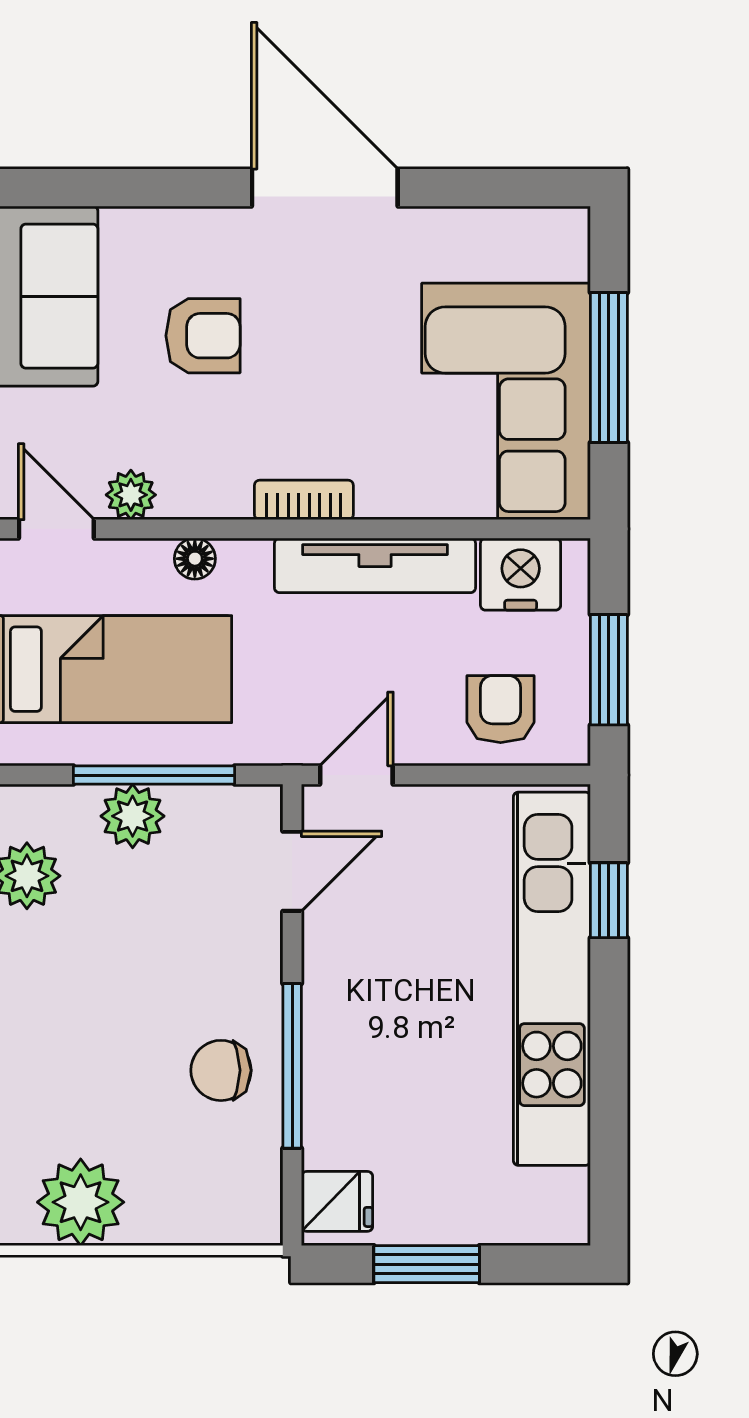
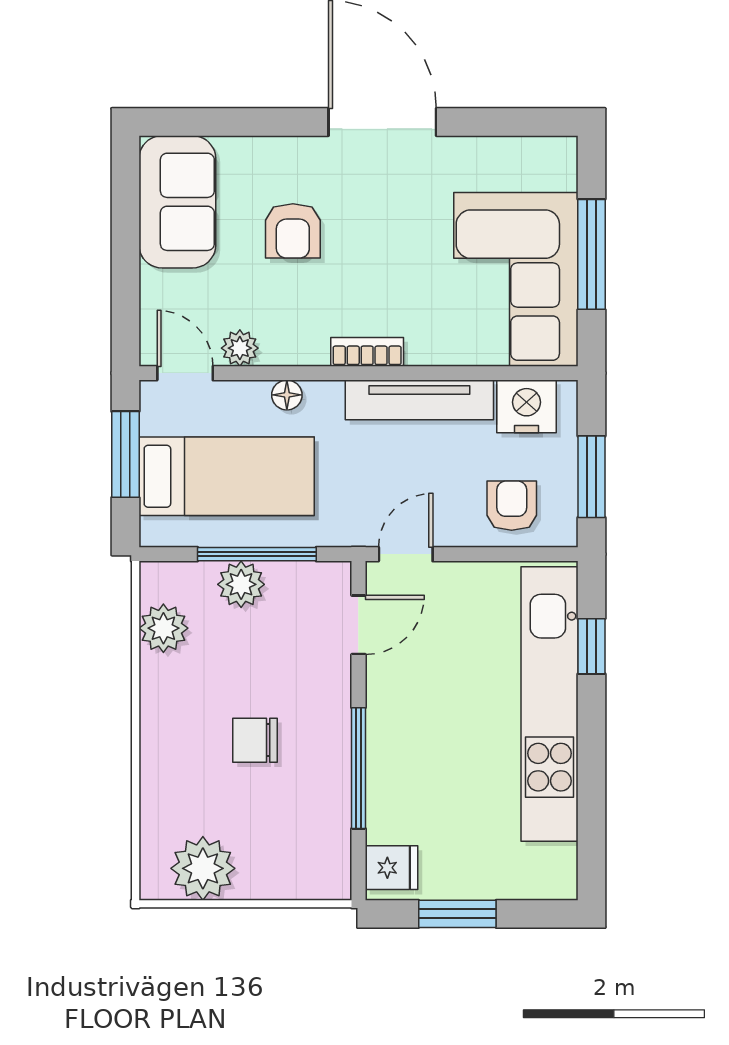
armchair: (203, 336) -> (293, 231), turned 90
chair: (221, 1070) -> (255, 740), moved

